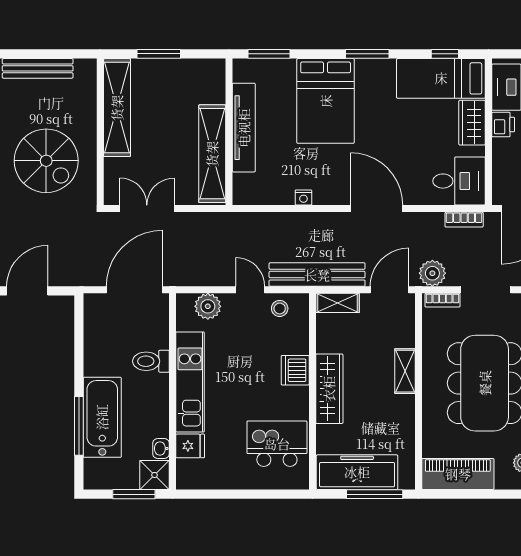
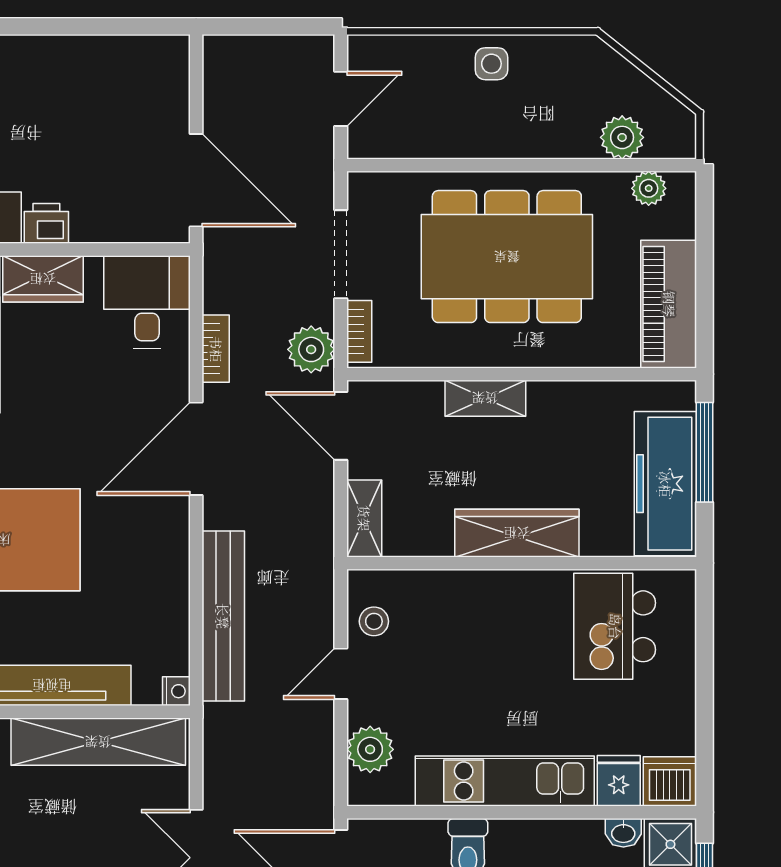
nightstand: (303, 197) -> (176, 691), moved
bookcase: (464, 220) -> (216, 349), moved
bench: (317, 275) -> (223, 616), moved
dishwasher: (295, 370) -> (670, 781), moved, turned 180

